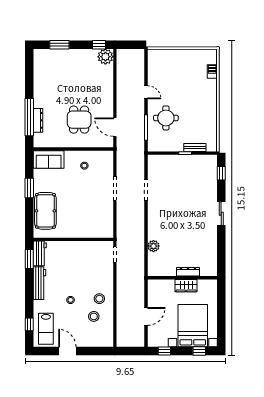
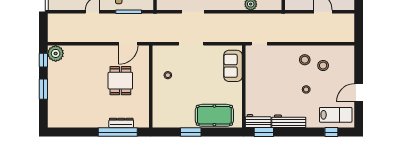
window: (59, 45) -> (43, 89), moved
dining table: (79, 120) -> (120, 81), turned 90
sofa: (49, 159) -> (233, 66), moved, turned 180

